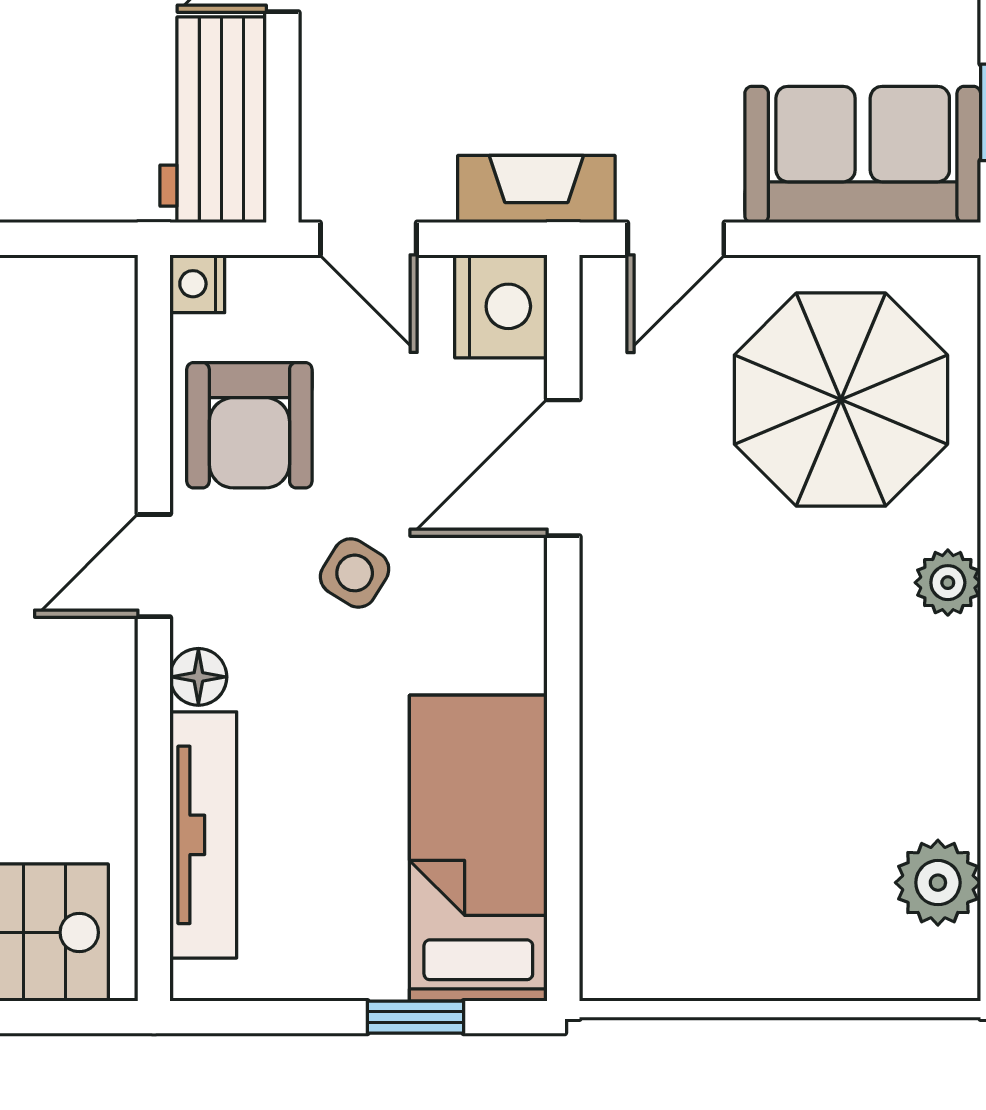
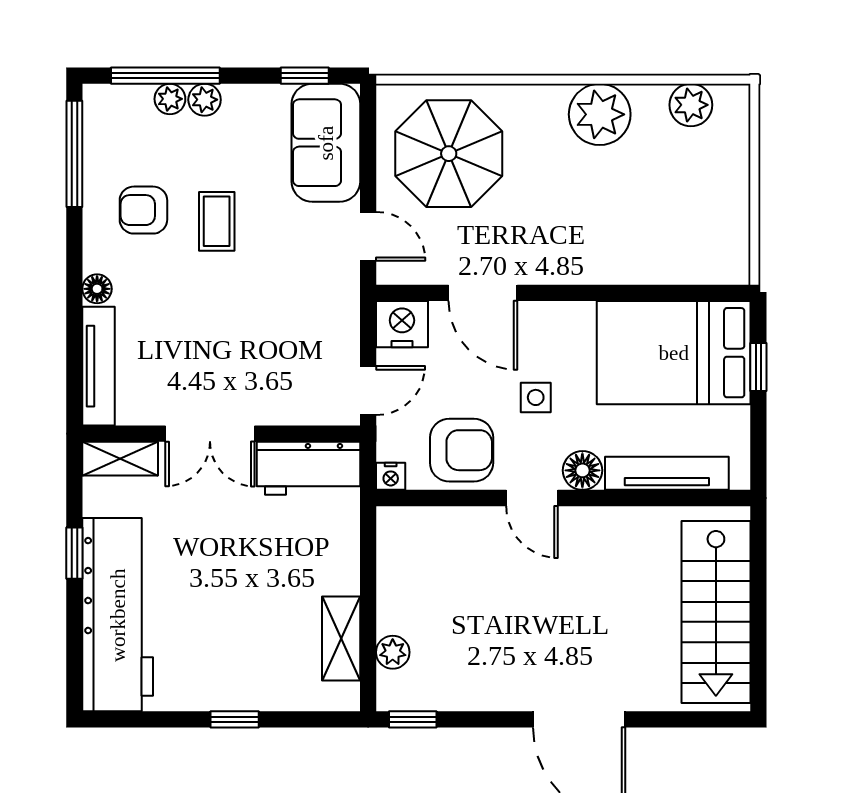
fireplace: (536, 189) -> (343, 306), removed
side table: (355, 573) -> (536, 397), turned -32
plant: (948, 583) -> (600, 114), moved, width x1.88, depth x1.88
floor lamp: (198, 677) -> (582, 470), width x1.37, depth x1.37
bed: (478, 848) -> (674, 353), width x1.50

